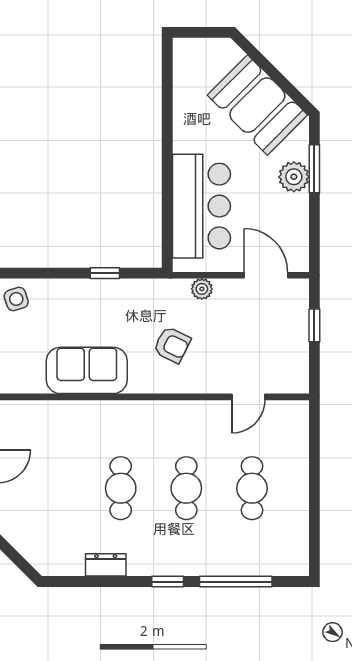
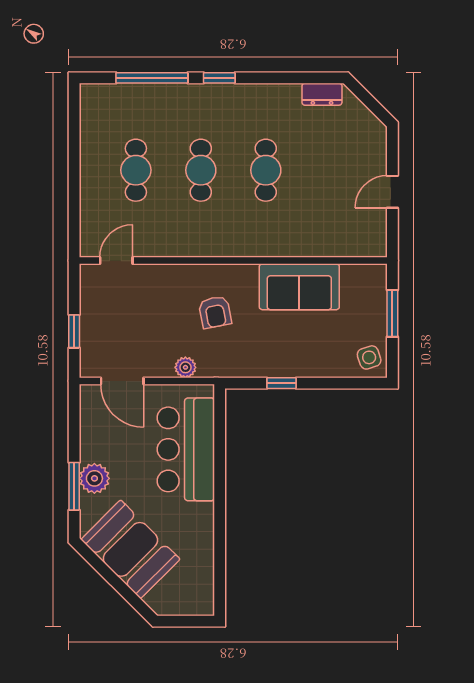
armchair: (172, 345) -> (215, 312), turned -127
door: (248, 397) -> (116, 261), moved
dresser: (106, 565) -> (322, 94), moved

